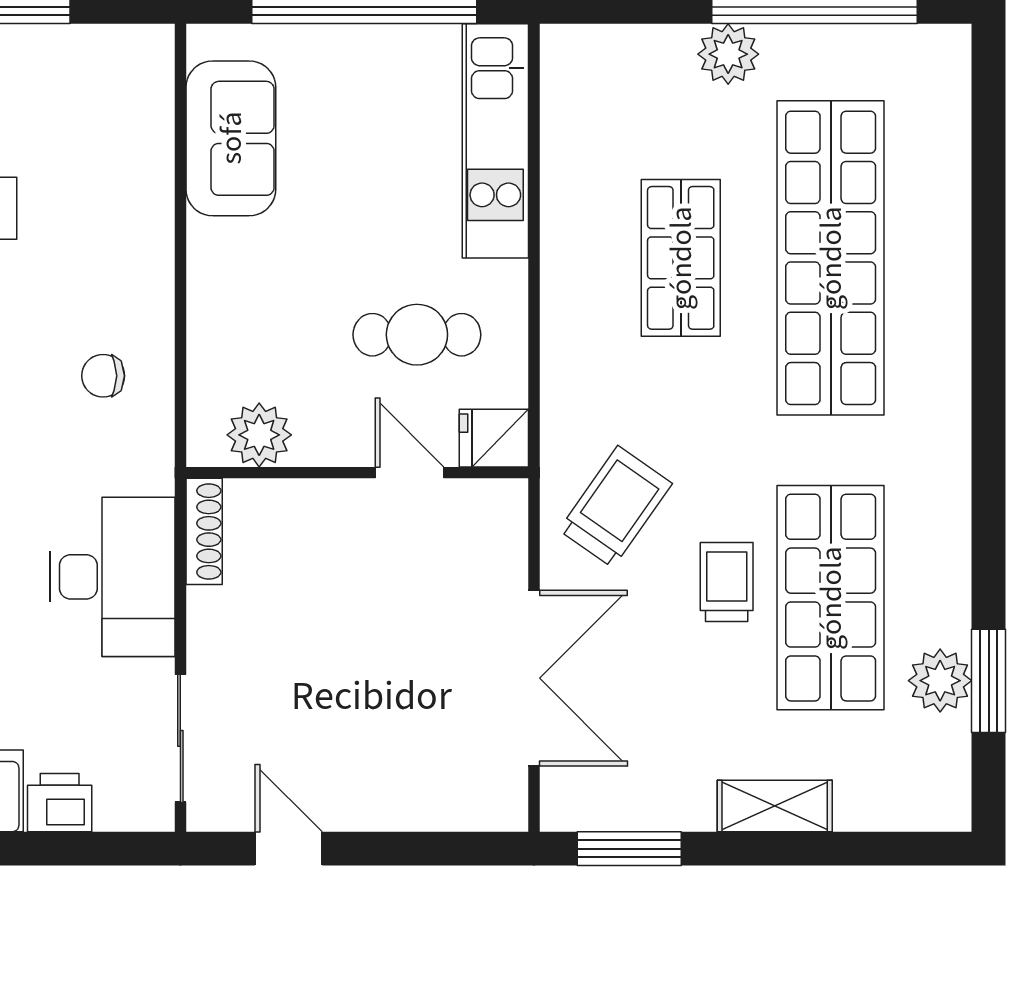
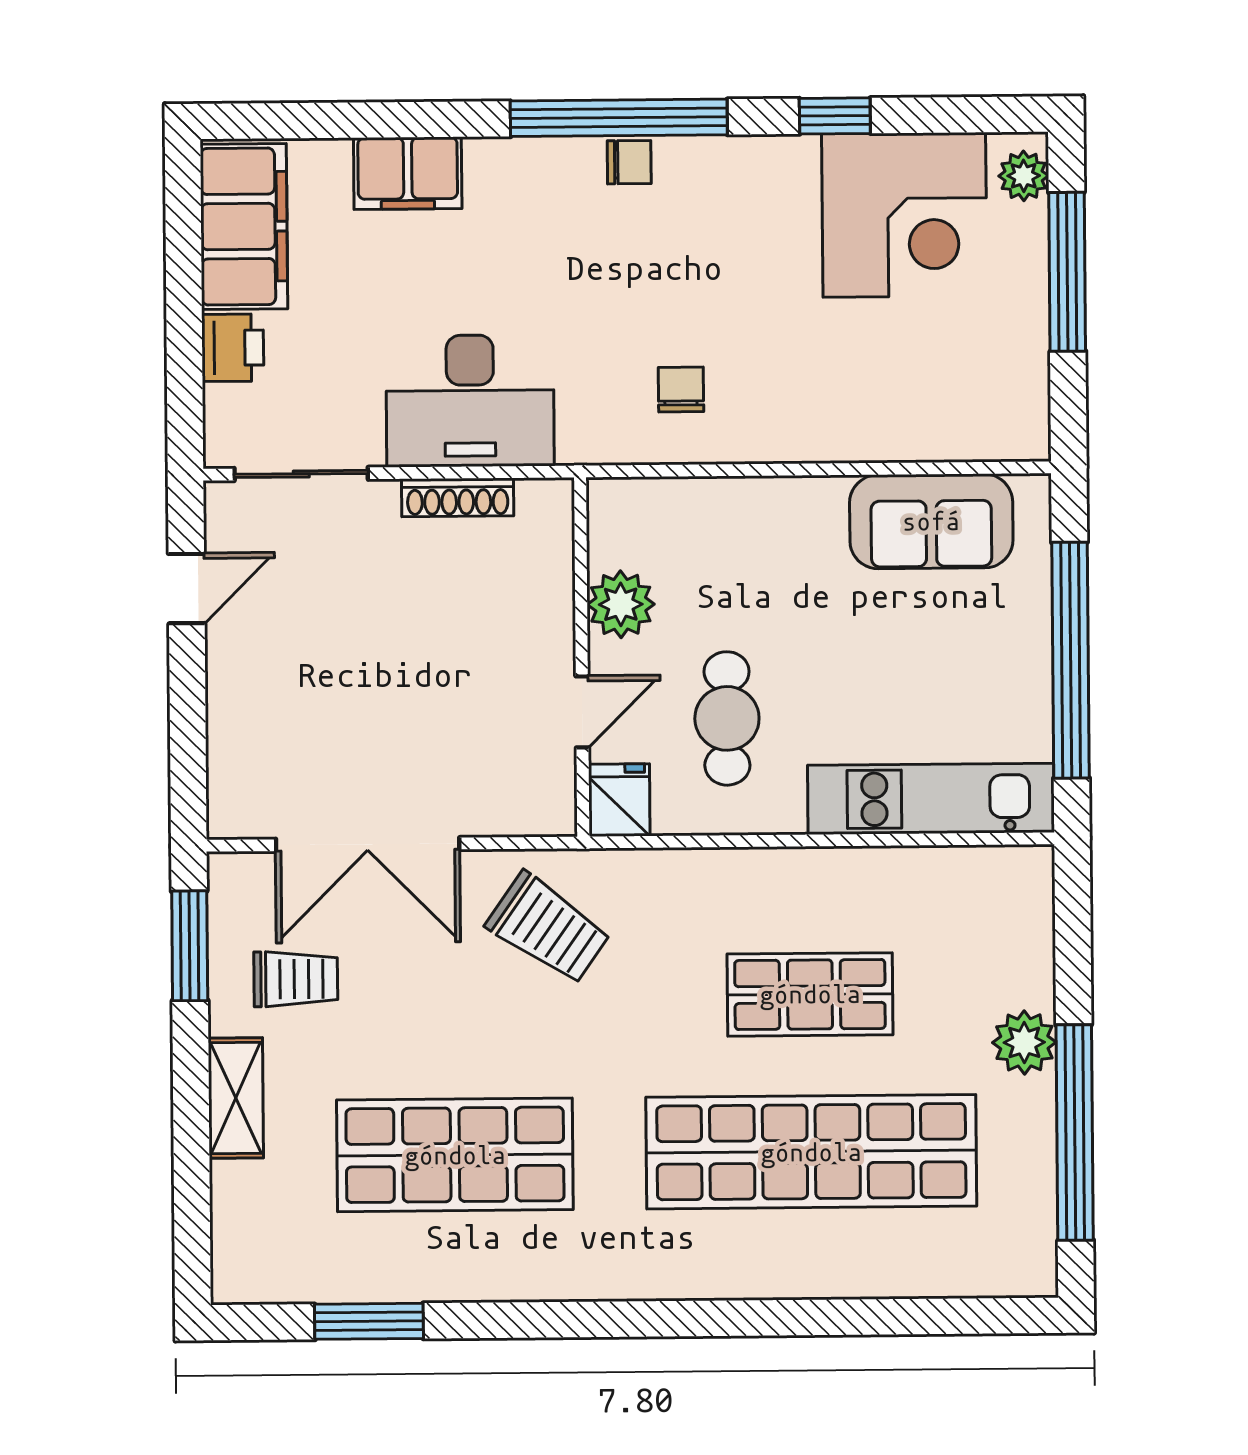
plant: (259, 435) -> (621, 604), moved
shoe rack: (204, 531) -> (458, 497), moved
trolley: (727, 582) -> (296, 979), moved
plant: (940, 681) -> (369, 1270), removed

